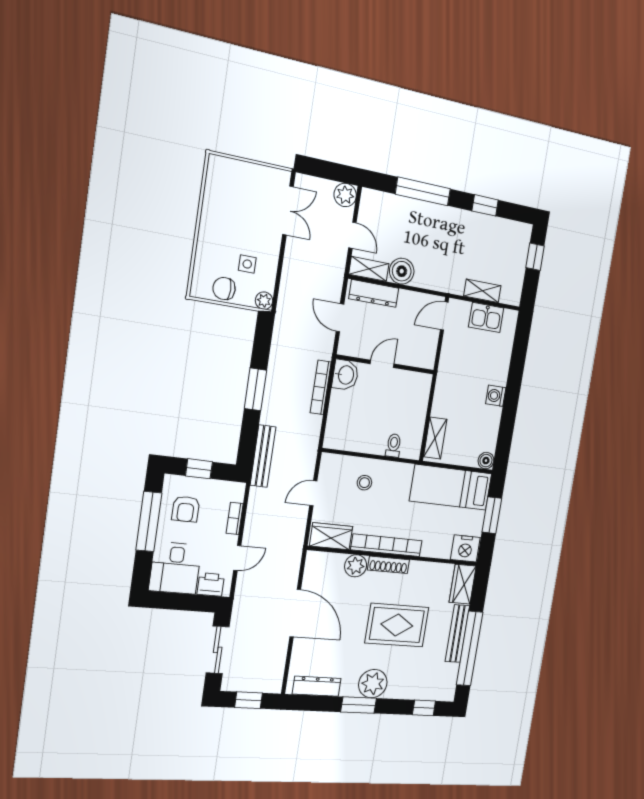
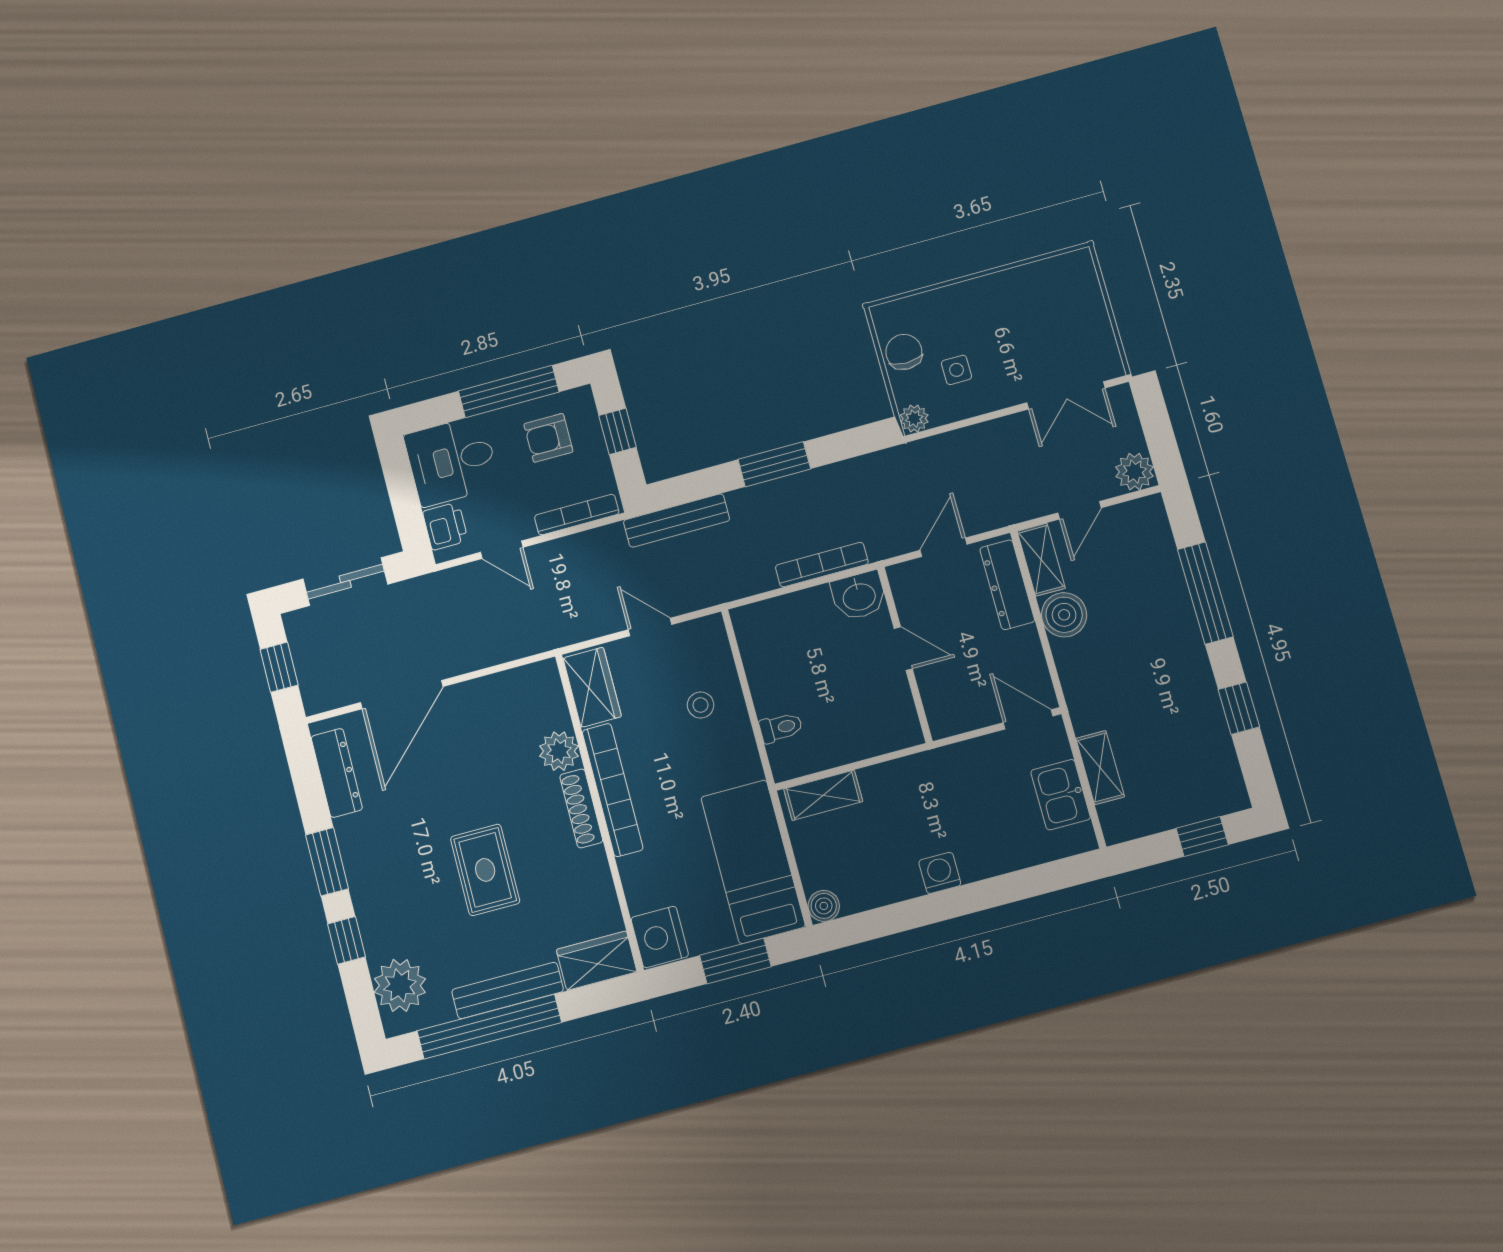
bookcase: (235, 518) -> (577, 515), width x1.56
door: (295, 613) -> (402, 695), moved
rug: (397, 625) -> (485, 870), width x0.73, depth x0.70
plant: (373, 684) -> (400, 985), moved
window: (424, 708) -> (346, 940), moved

